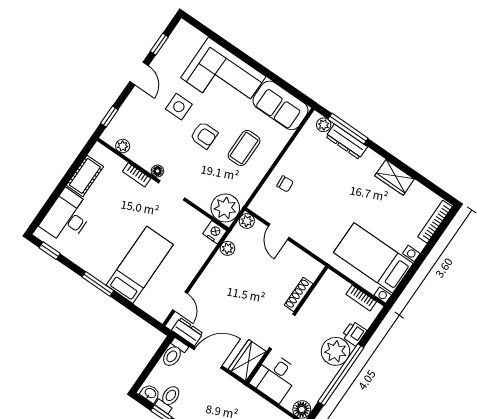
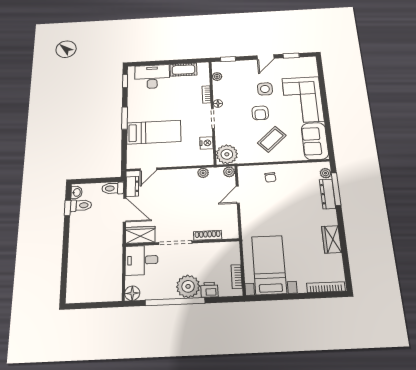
coffee table: (244, 148) -> (272, 139), turned -43
nightstand: (215, 232) -> (206, 143), moved

